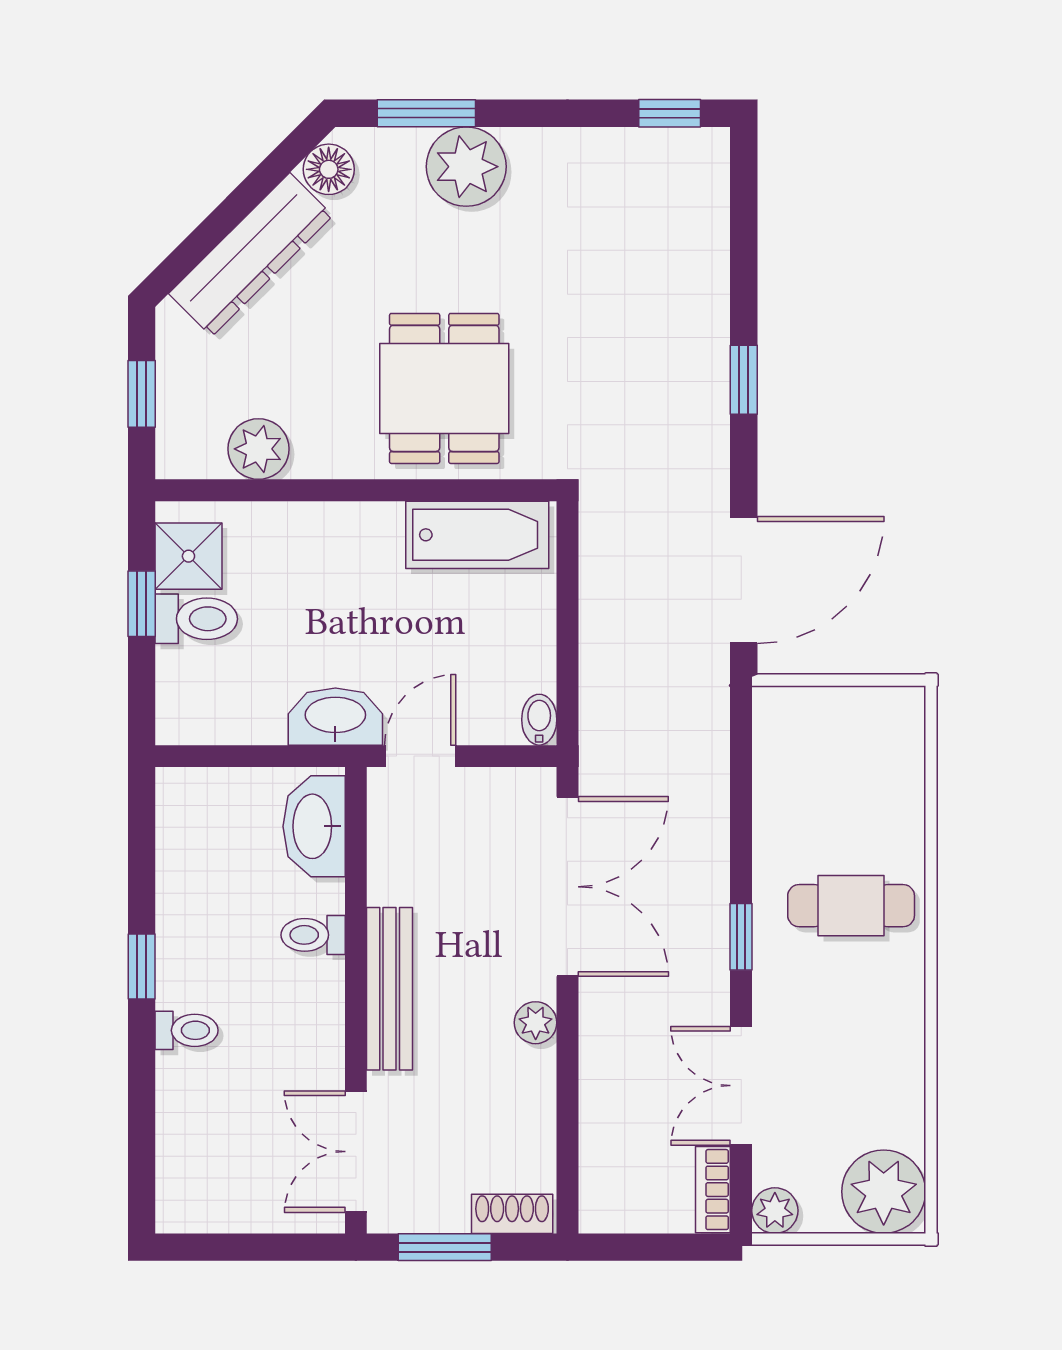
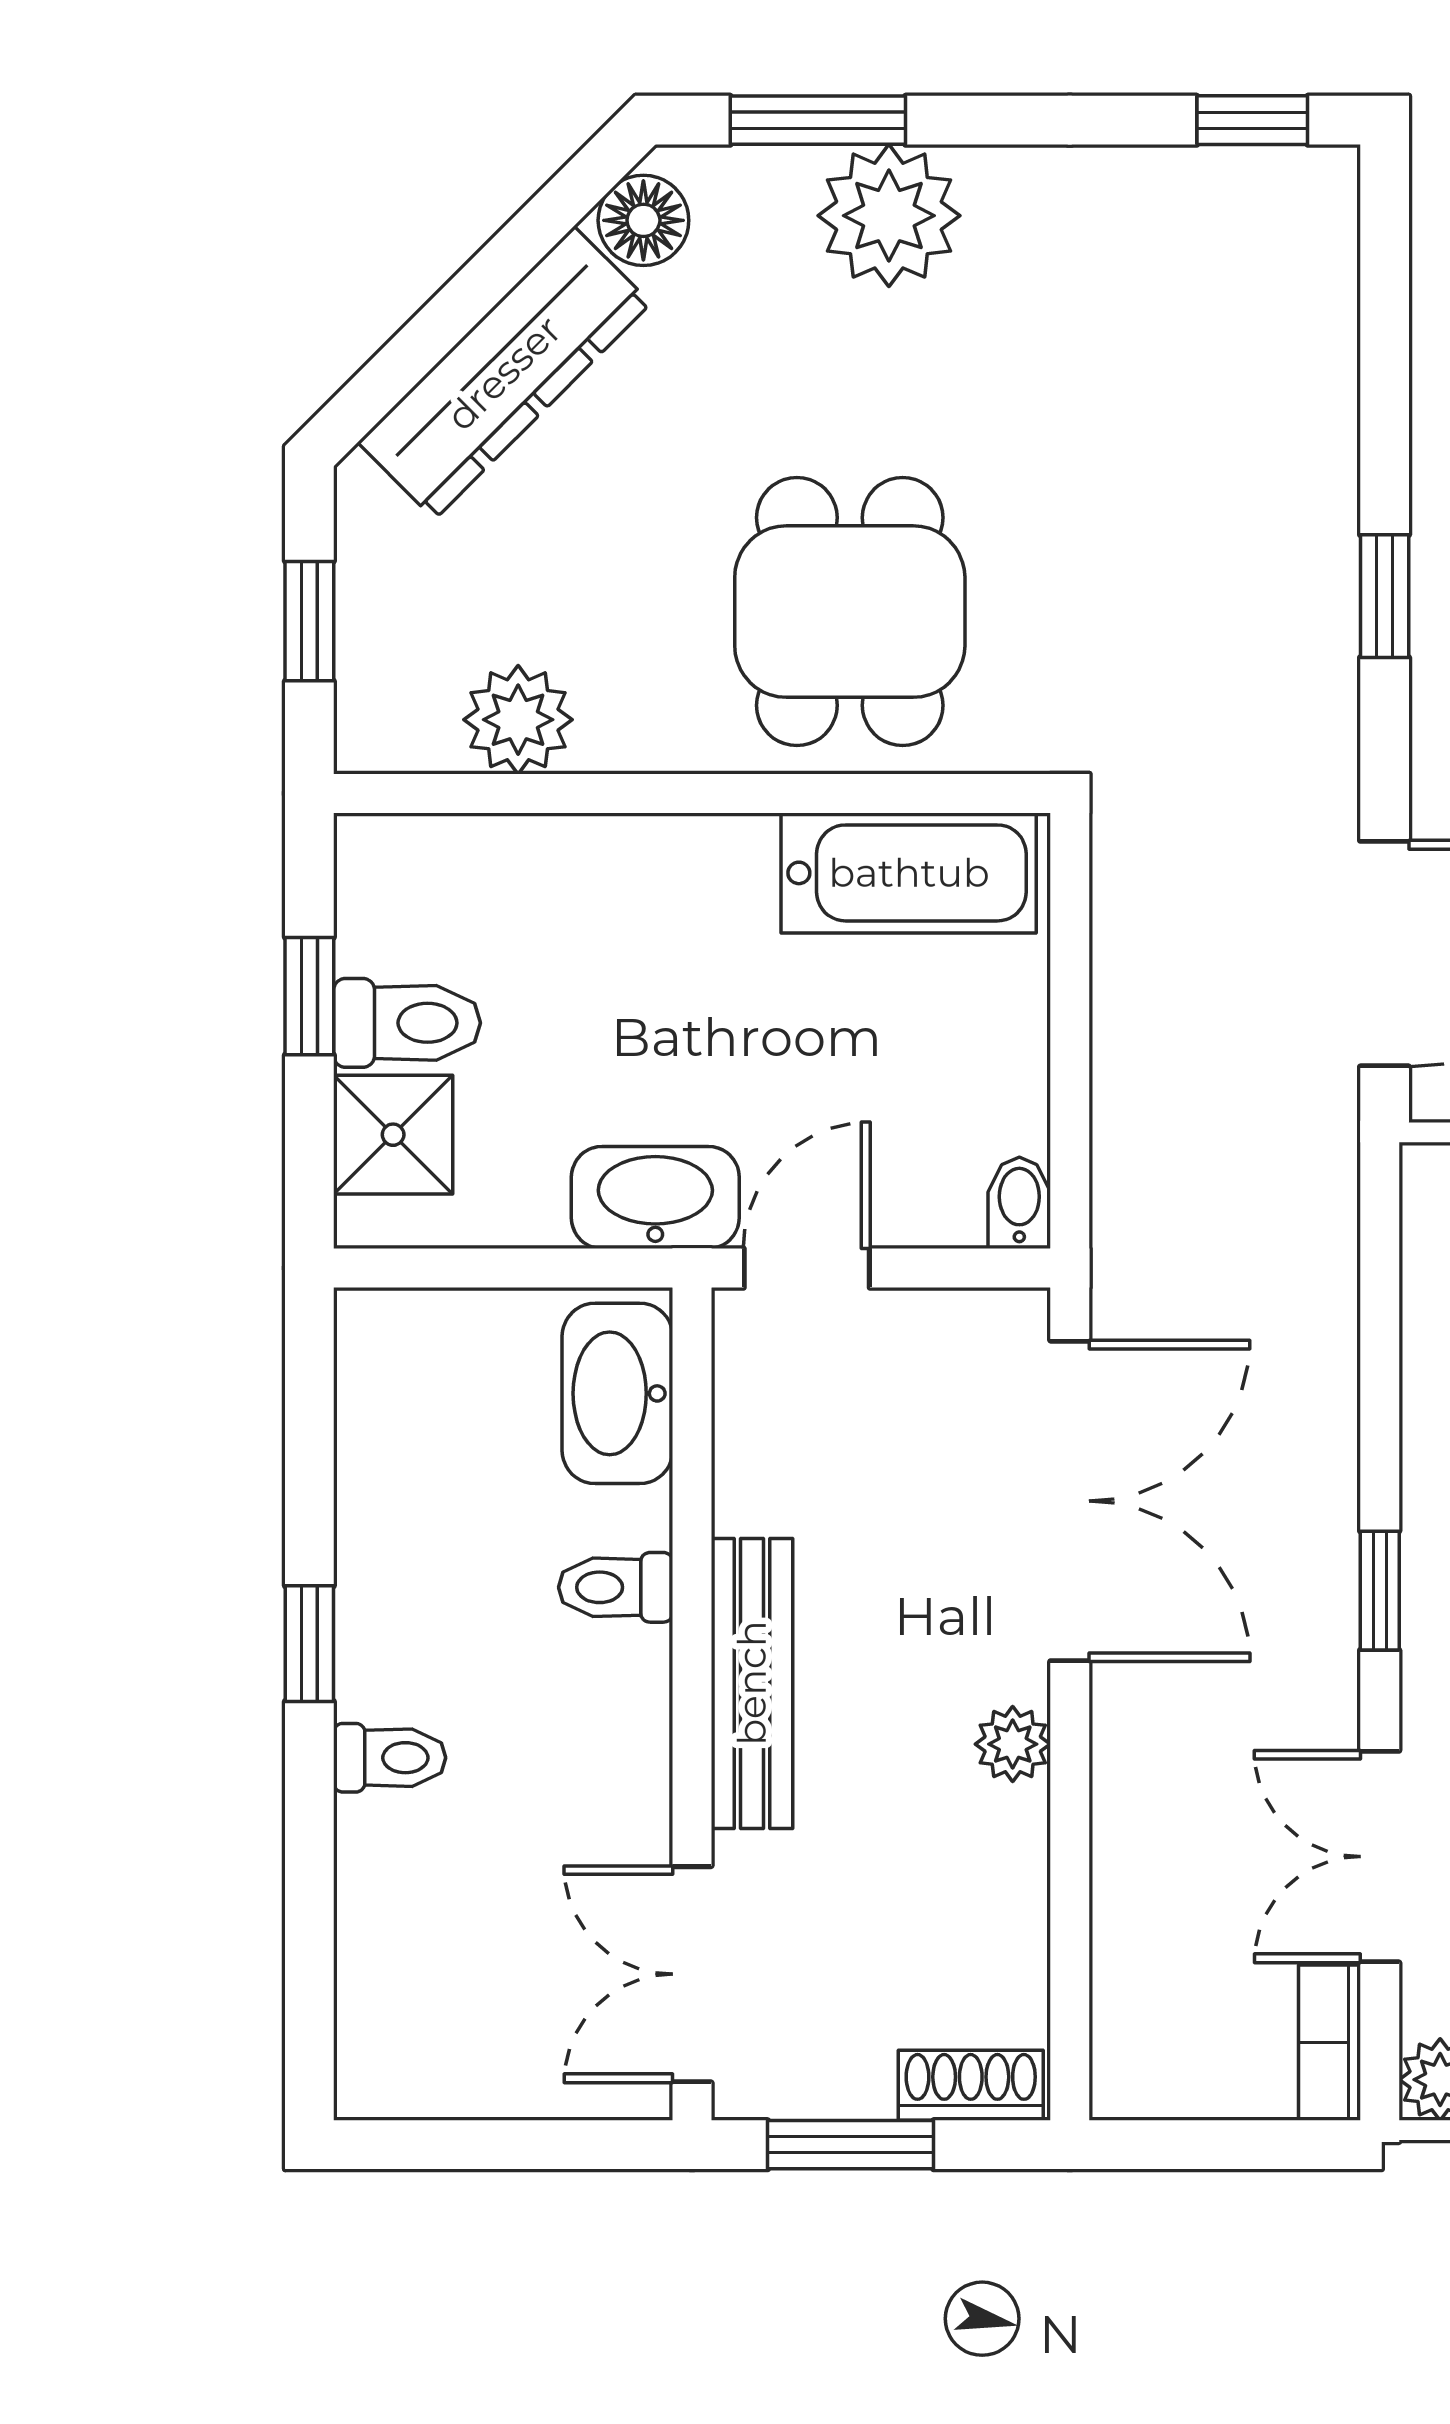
shower: (188, 556) -> (393, 1135), moved

